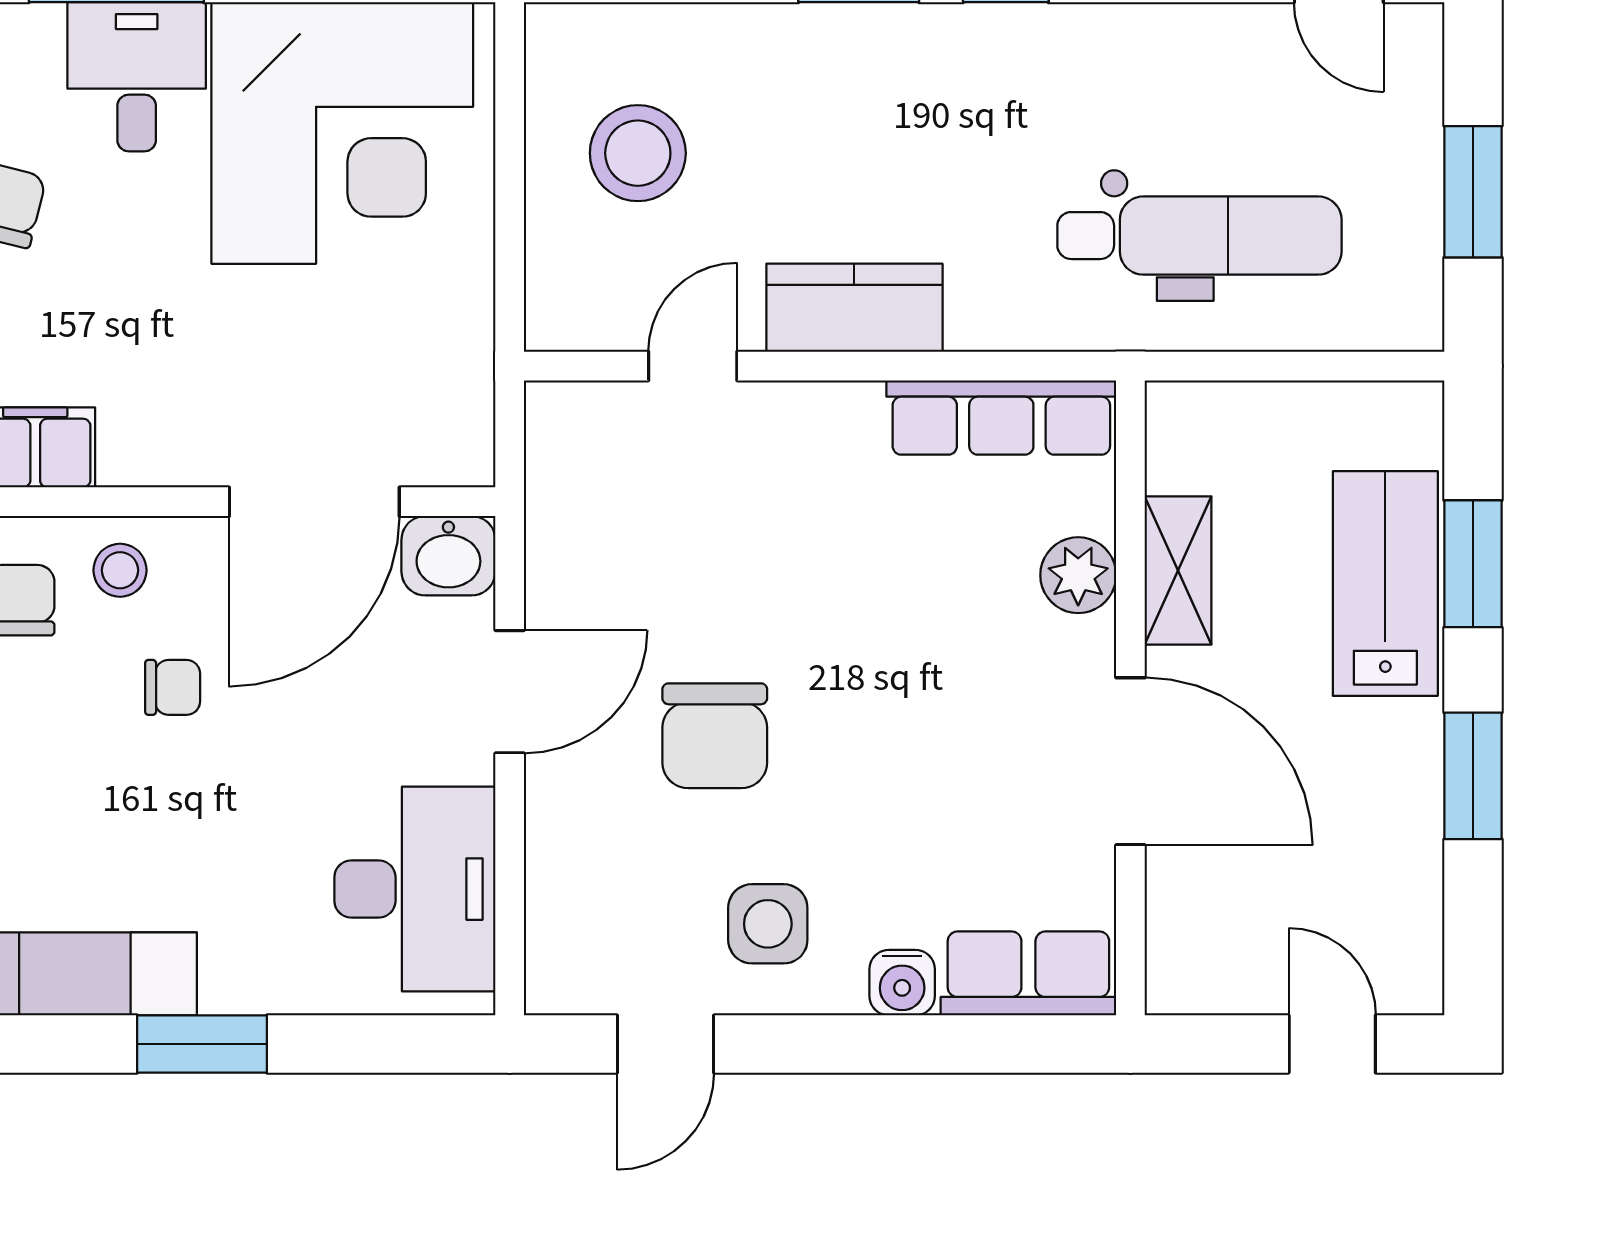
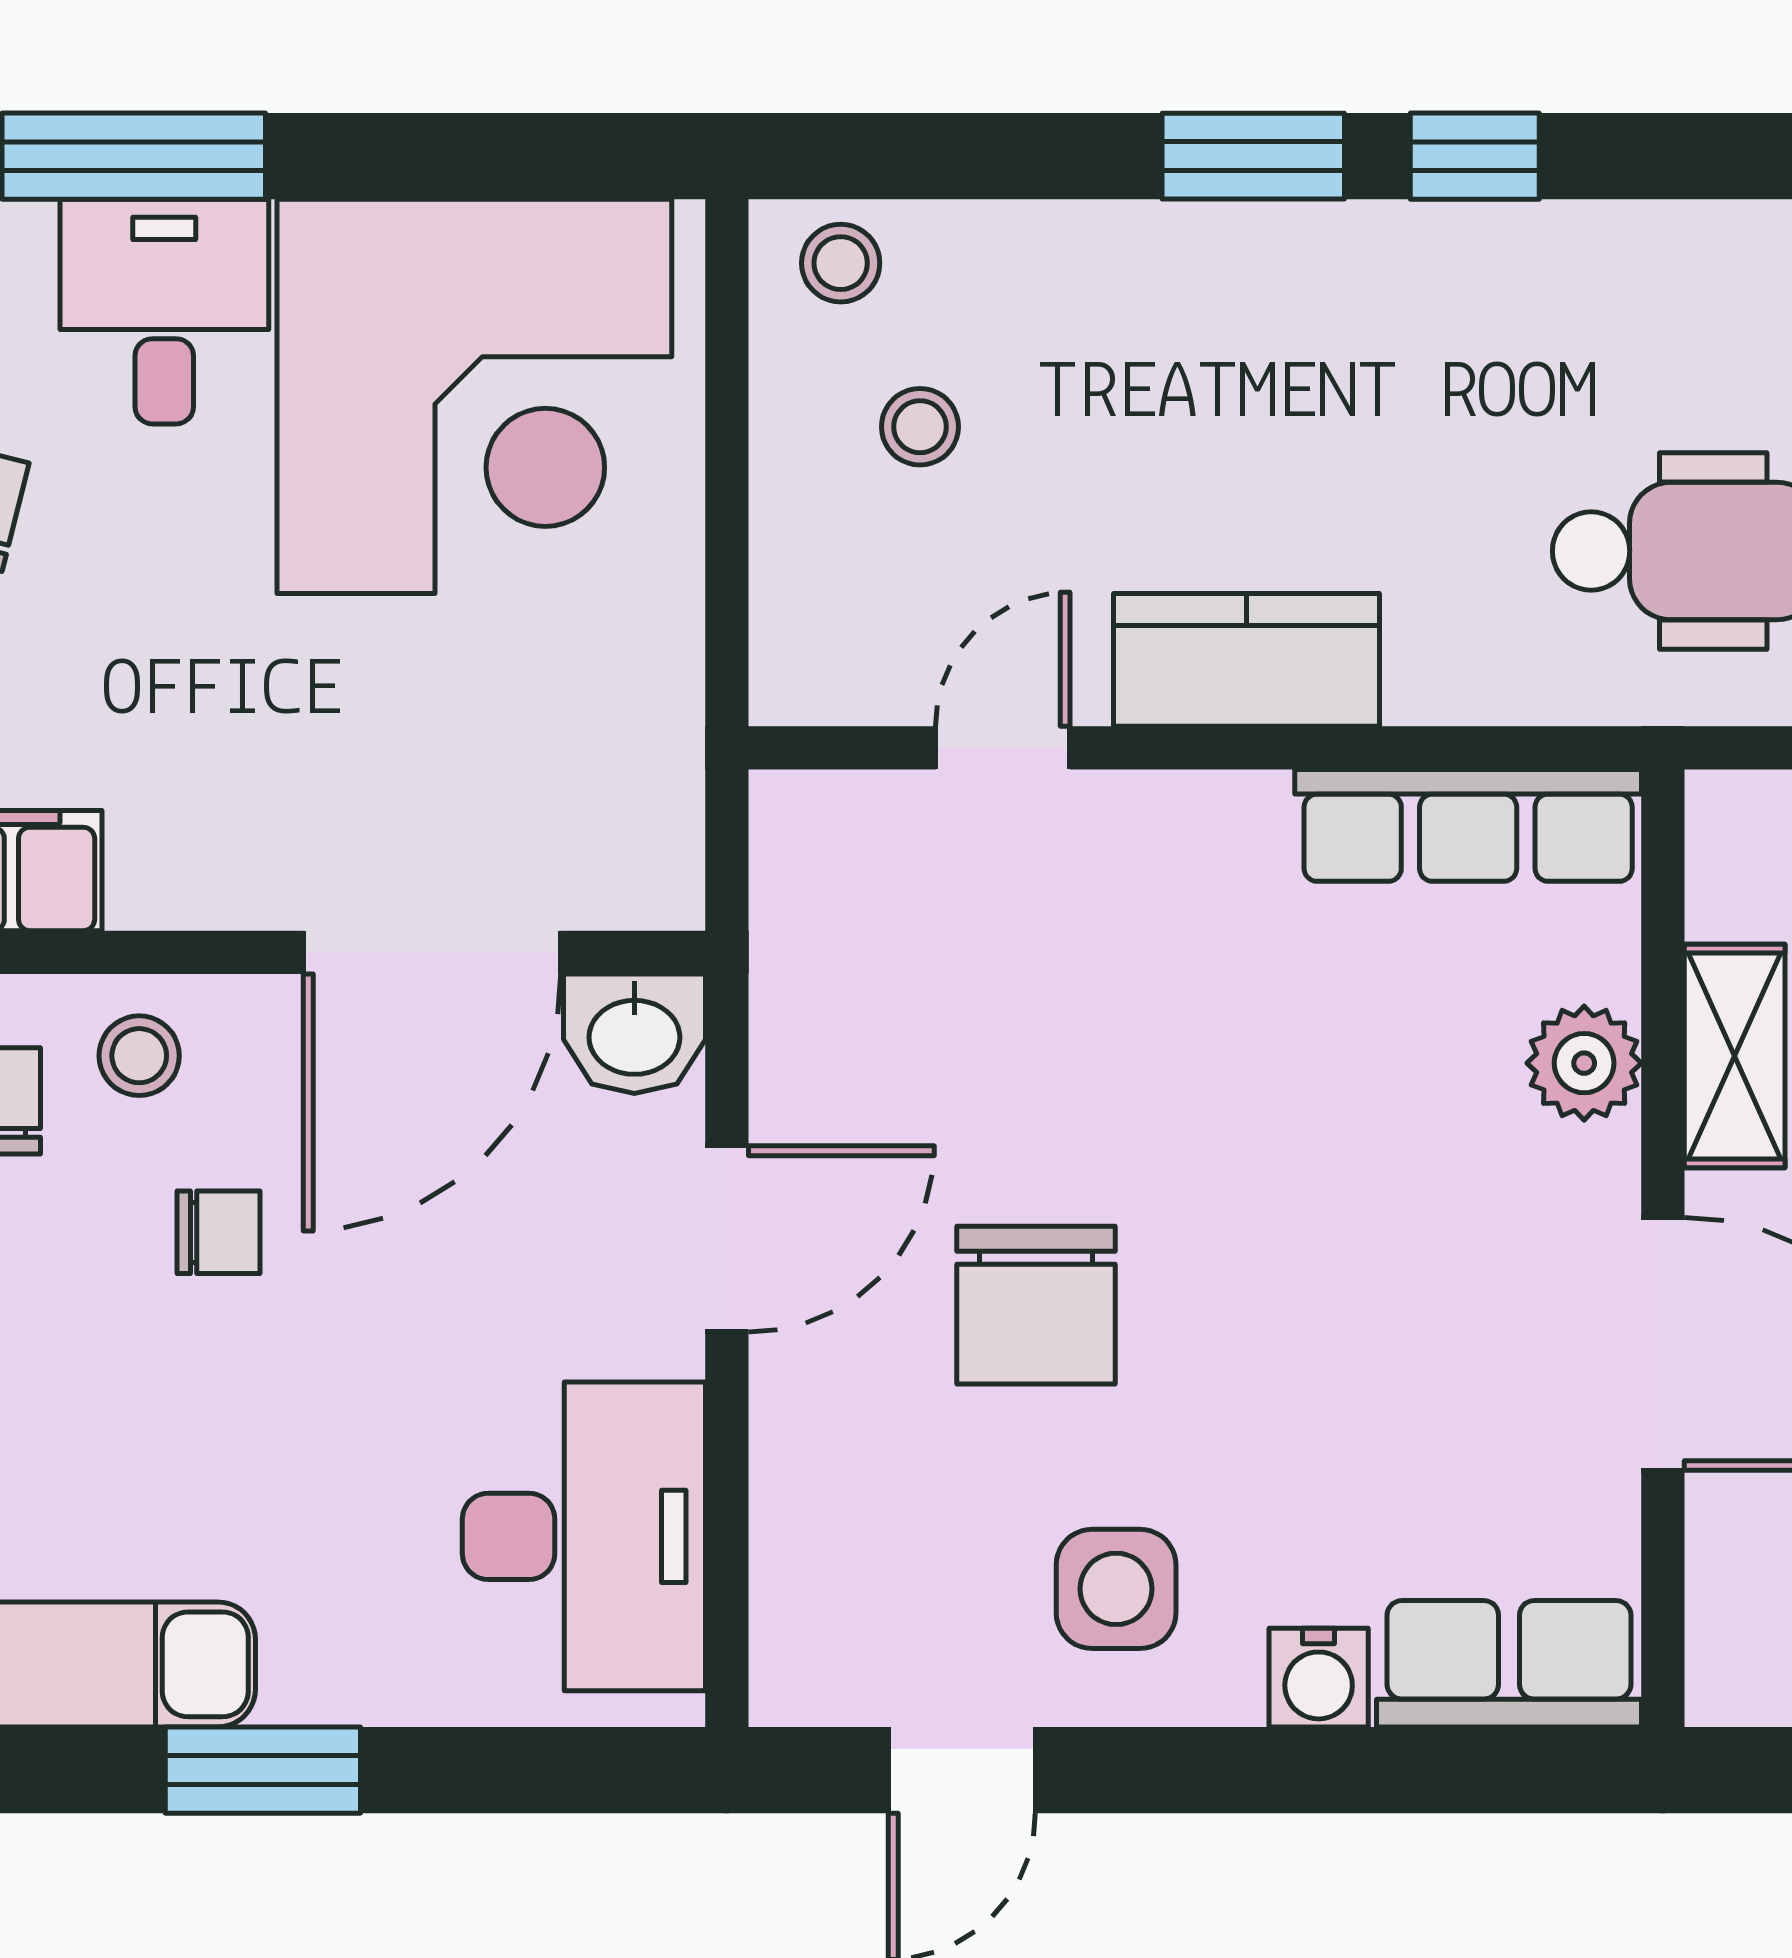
stool: (585, 45) -> (841, 263), added
stool: (638, 153) -> (920, 427), width x0.53, depth x0.53

